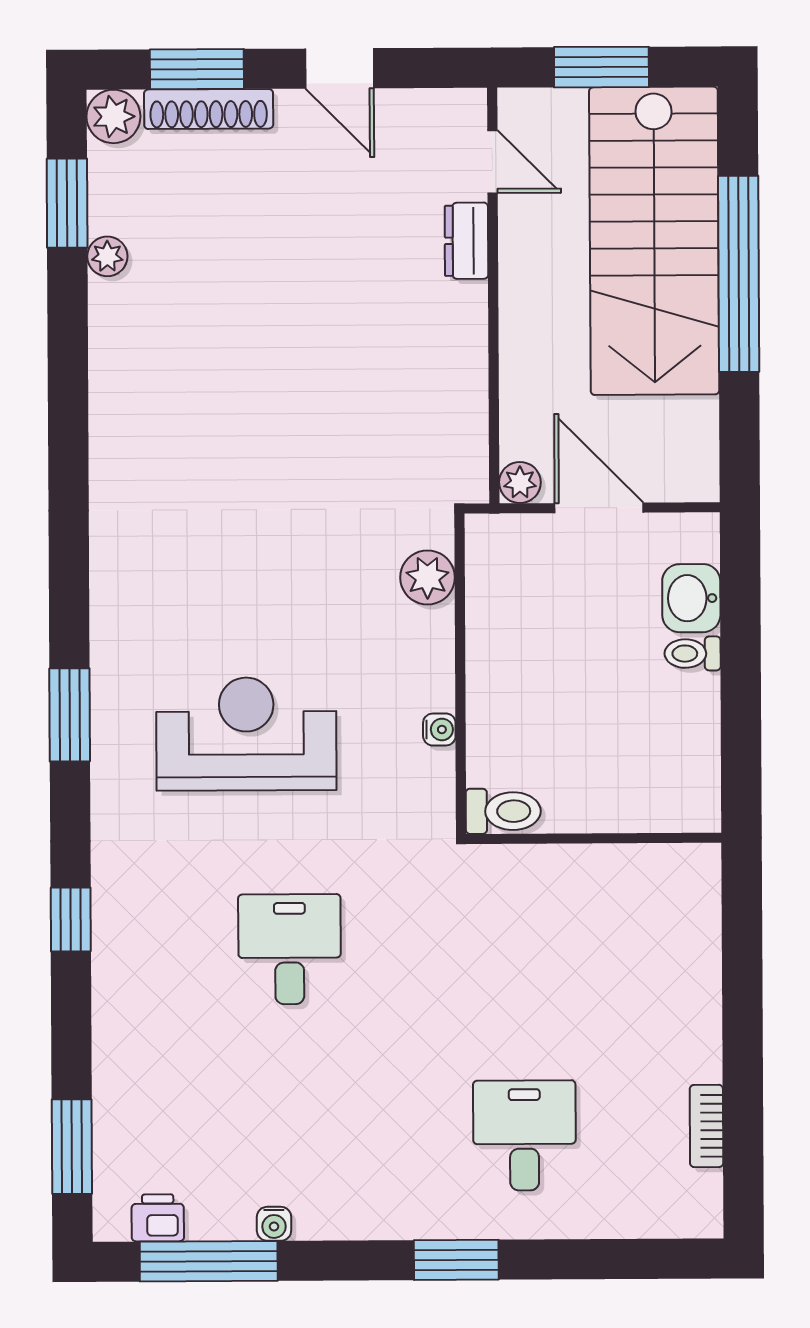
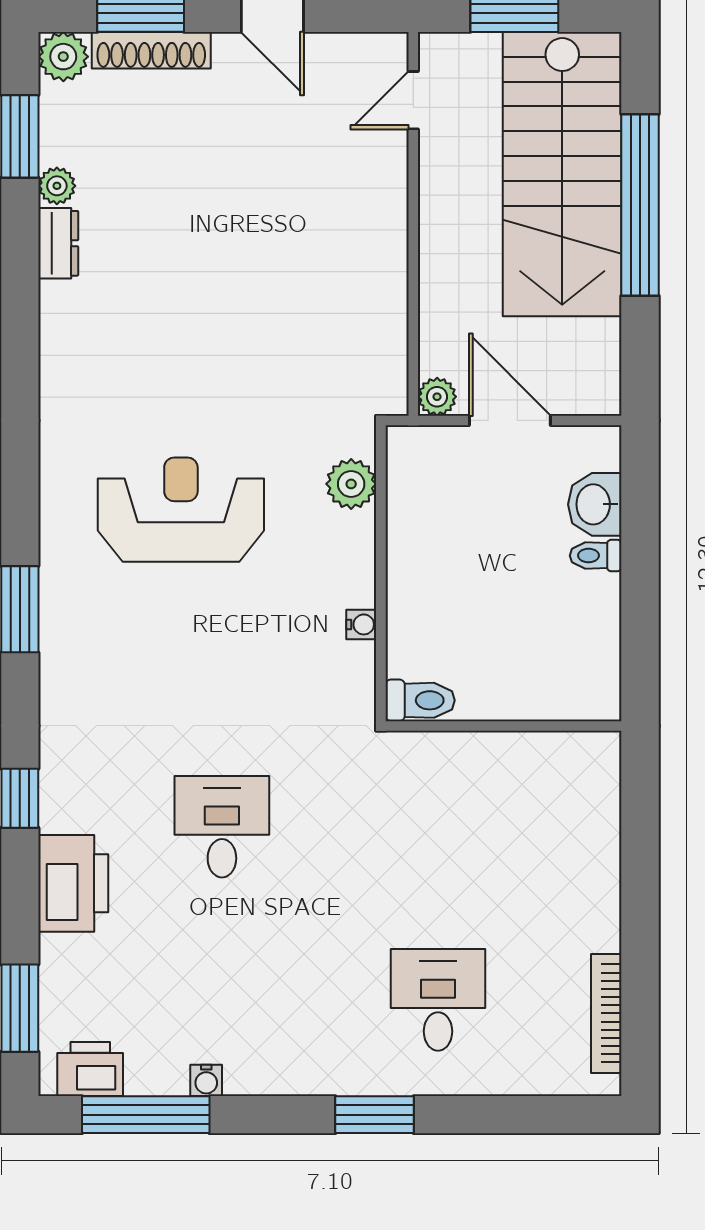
door: (493, 162) -> (413, 100), swing flipped
dresser: (466, 241) -> (58, 243), moved, turned 180
reception desk: (246, 734) -> (181, 510), moved
printer: (129, 1011) -> (73, 883), added
bookcase: (706, 1126) -> (606, 1013), width x1.56
printer: (158, 1218) -> (90, 1069), width x1.36, depth x1.24

